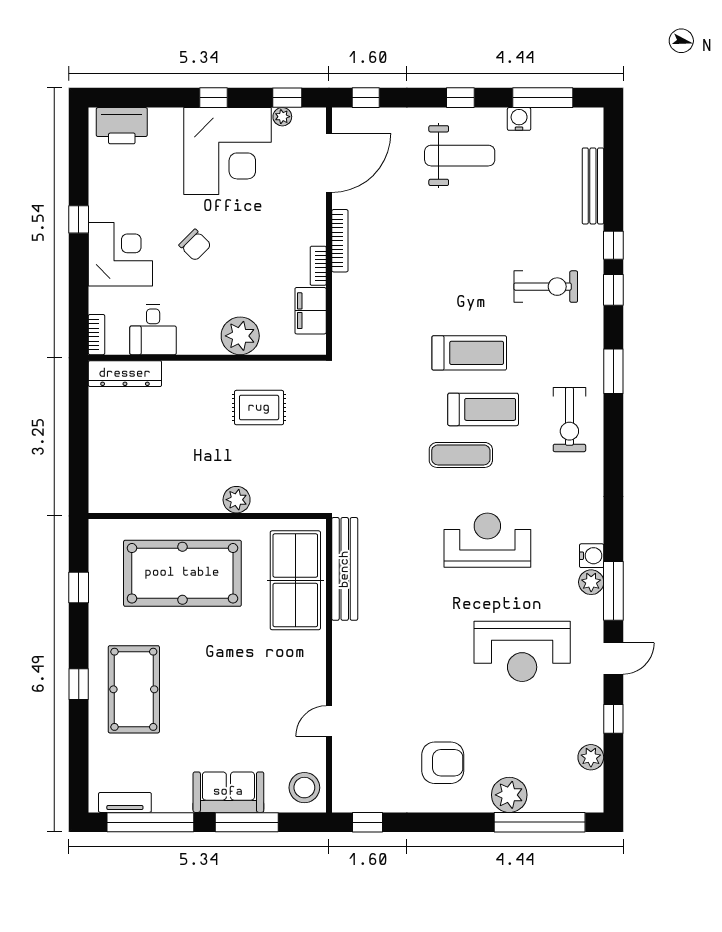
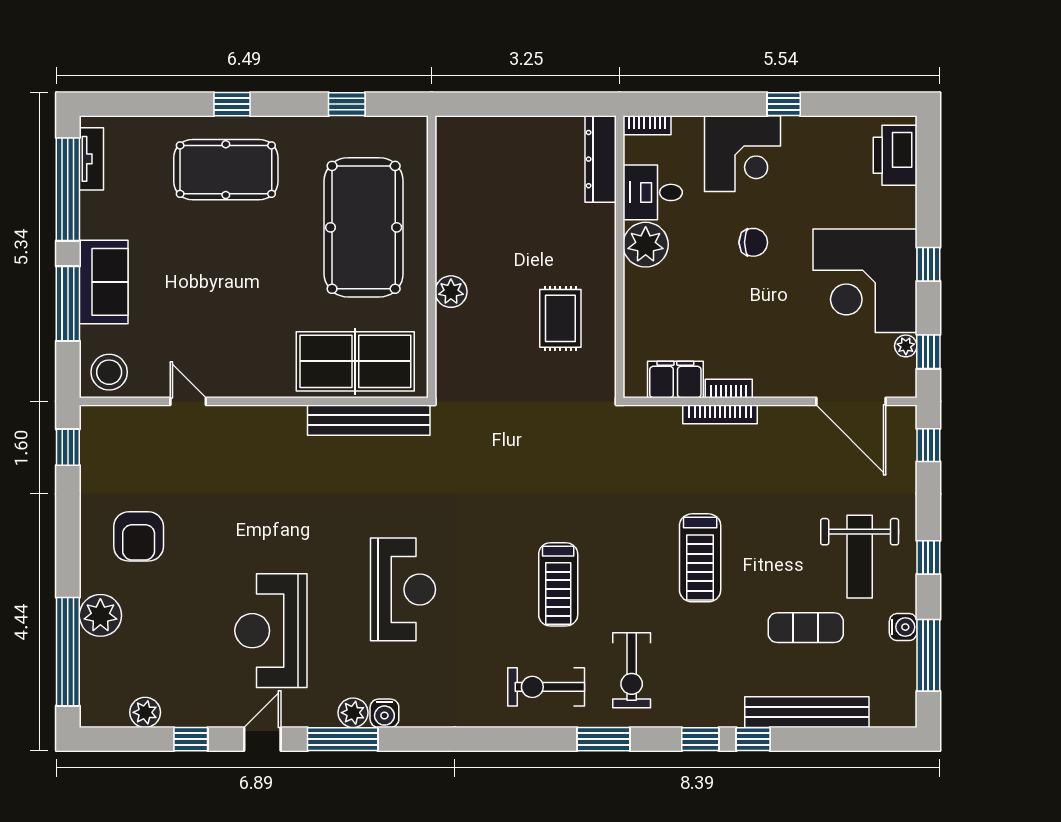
bench: (593, 186) -> (807, 712), width x1.37, depth x1.21
bookcase: (340, 241) -> (720, 414), moved
chair: (195, 245) -> (753, 242), turned -135
exercise bike: (546, 287) -> (632, 670), moved
plant: (240, 336) -> (646, 245), moved
treadmill: (469, 353) -> (700, 558), moved
exercise mat: (461, 455) -> (806, 628), moved, turned 90
door: (613, 658) -> (262, 739), swing flipped

